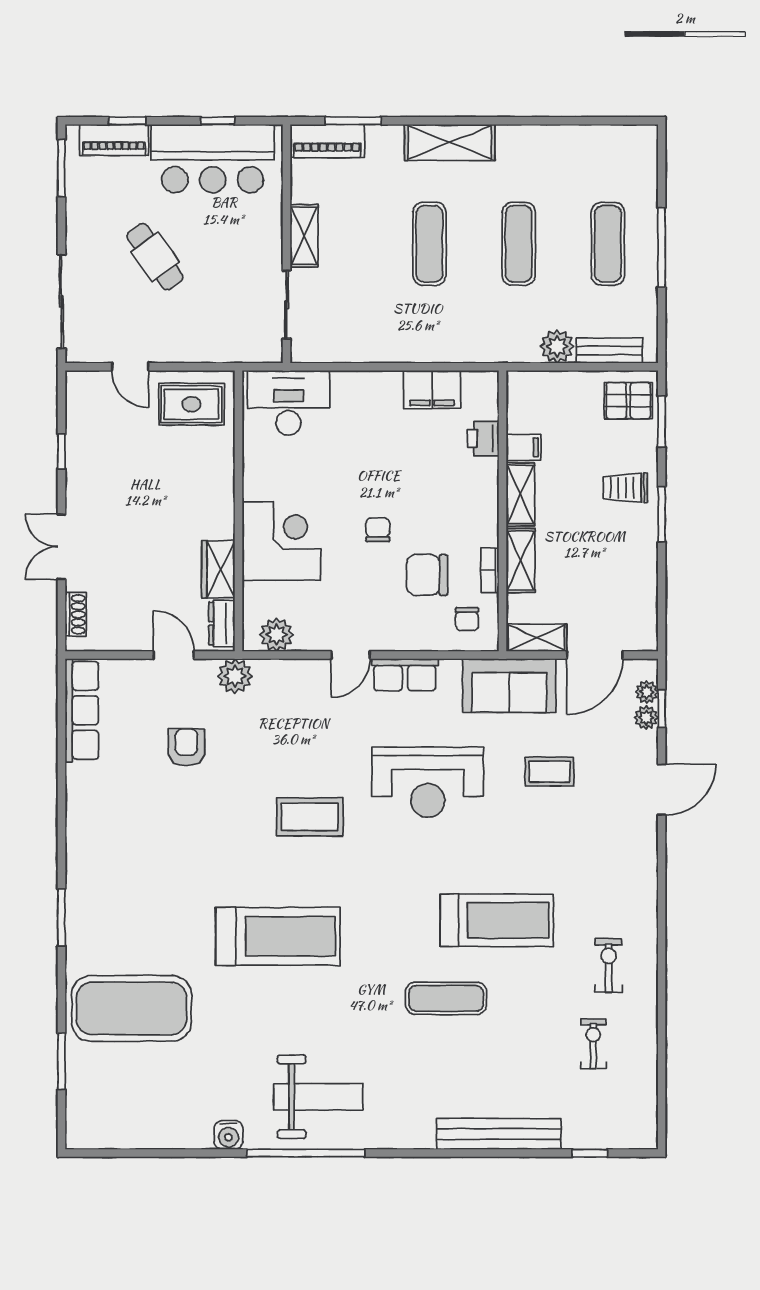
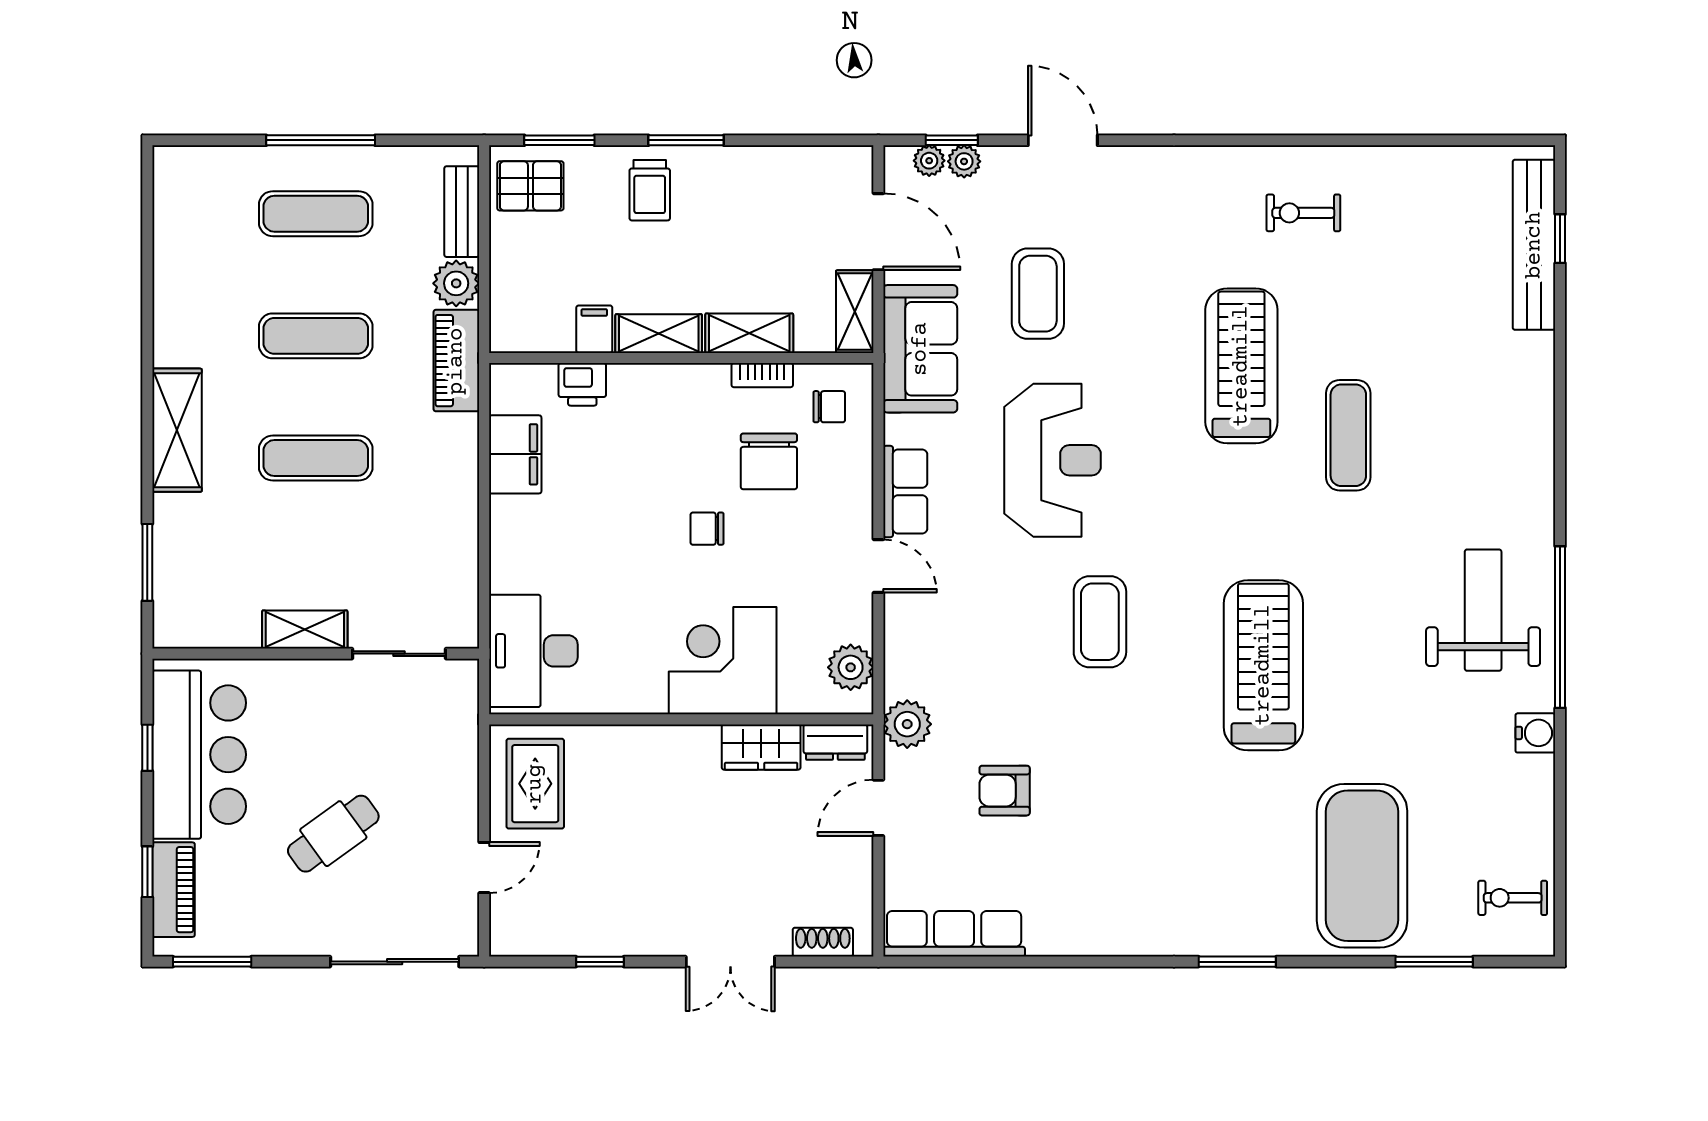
piano: (327, 141) -> (456, 361), moved, turned 180
pallet: (628, 401) -> (530, 186), turned 90
coffee table: (550, 772) -> (1038, 294), width x1.36, depth x1.30
exercise bike: (593, 1044) -> (1513, 898), moved
bench: (499, 1134) -> (1534, 245), moved

